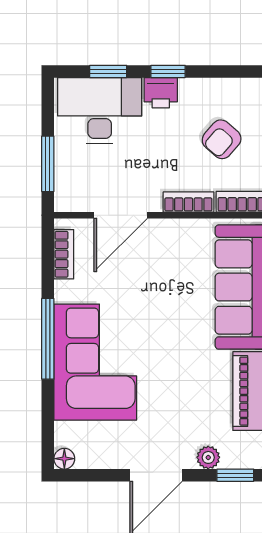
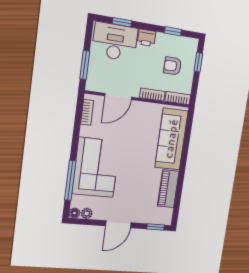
window: (168, 71) -> (173, 31), moved
armchair: (222, 139) -> (173, 66), turned 49
window: (48, 339) -> (70, 180), moved
plant: (208, 457) -> (87, 213), moved

